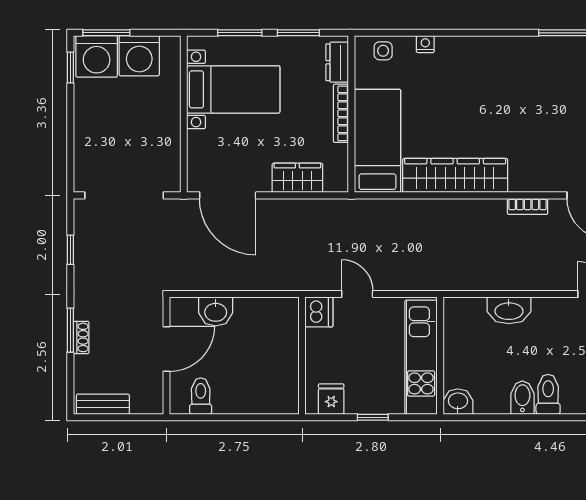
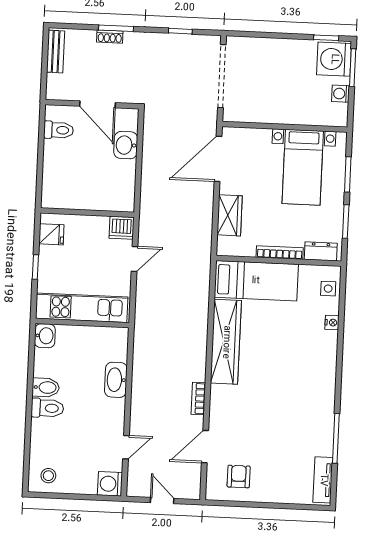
washing machine: (139, 56) -> (341, 94), width x0.53, depth x0.53

